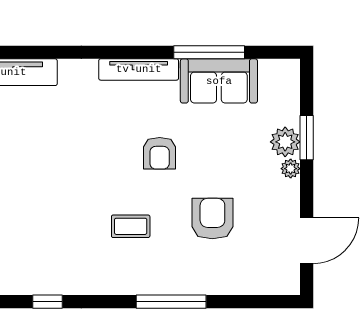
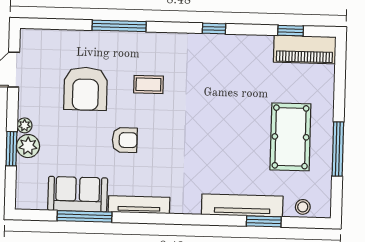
armchair: (160, 153) -> (125, 140), turned 90
armchair: (212, 219) -> (86, 89), width x1.36, depth x1.36

